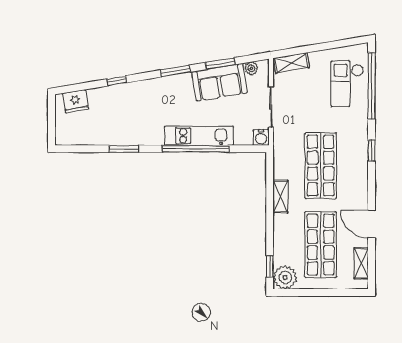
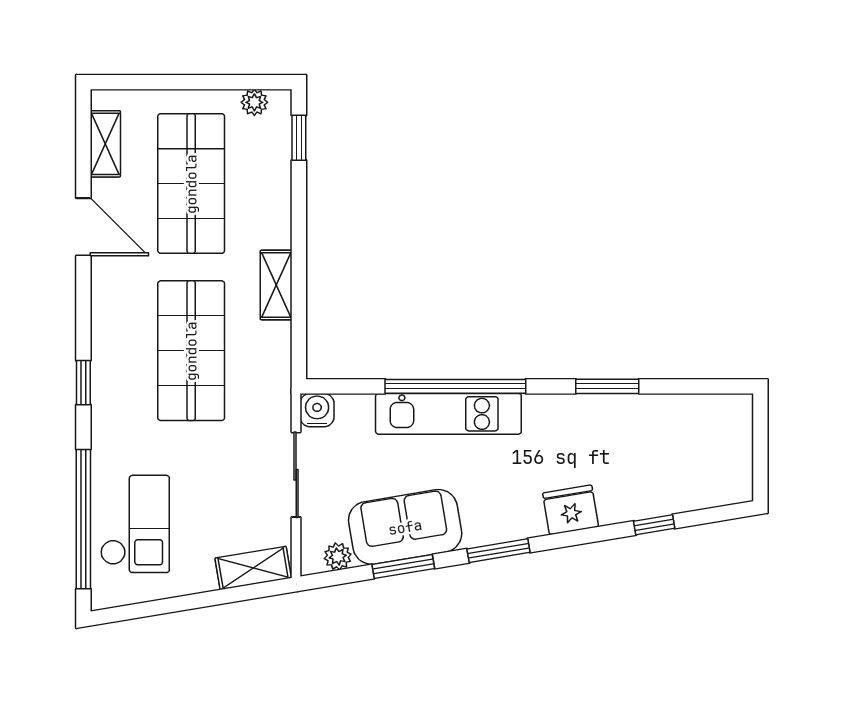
window: (117, 81) -> (654, 525), moved
fridge: (76, 101) -> (571, 510), moved
plant: (285, 278) -> (254, 102), width x0.53, depth x0.53

